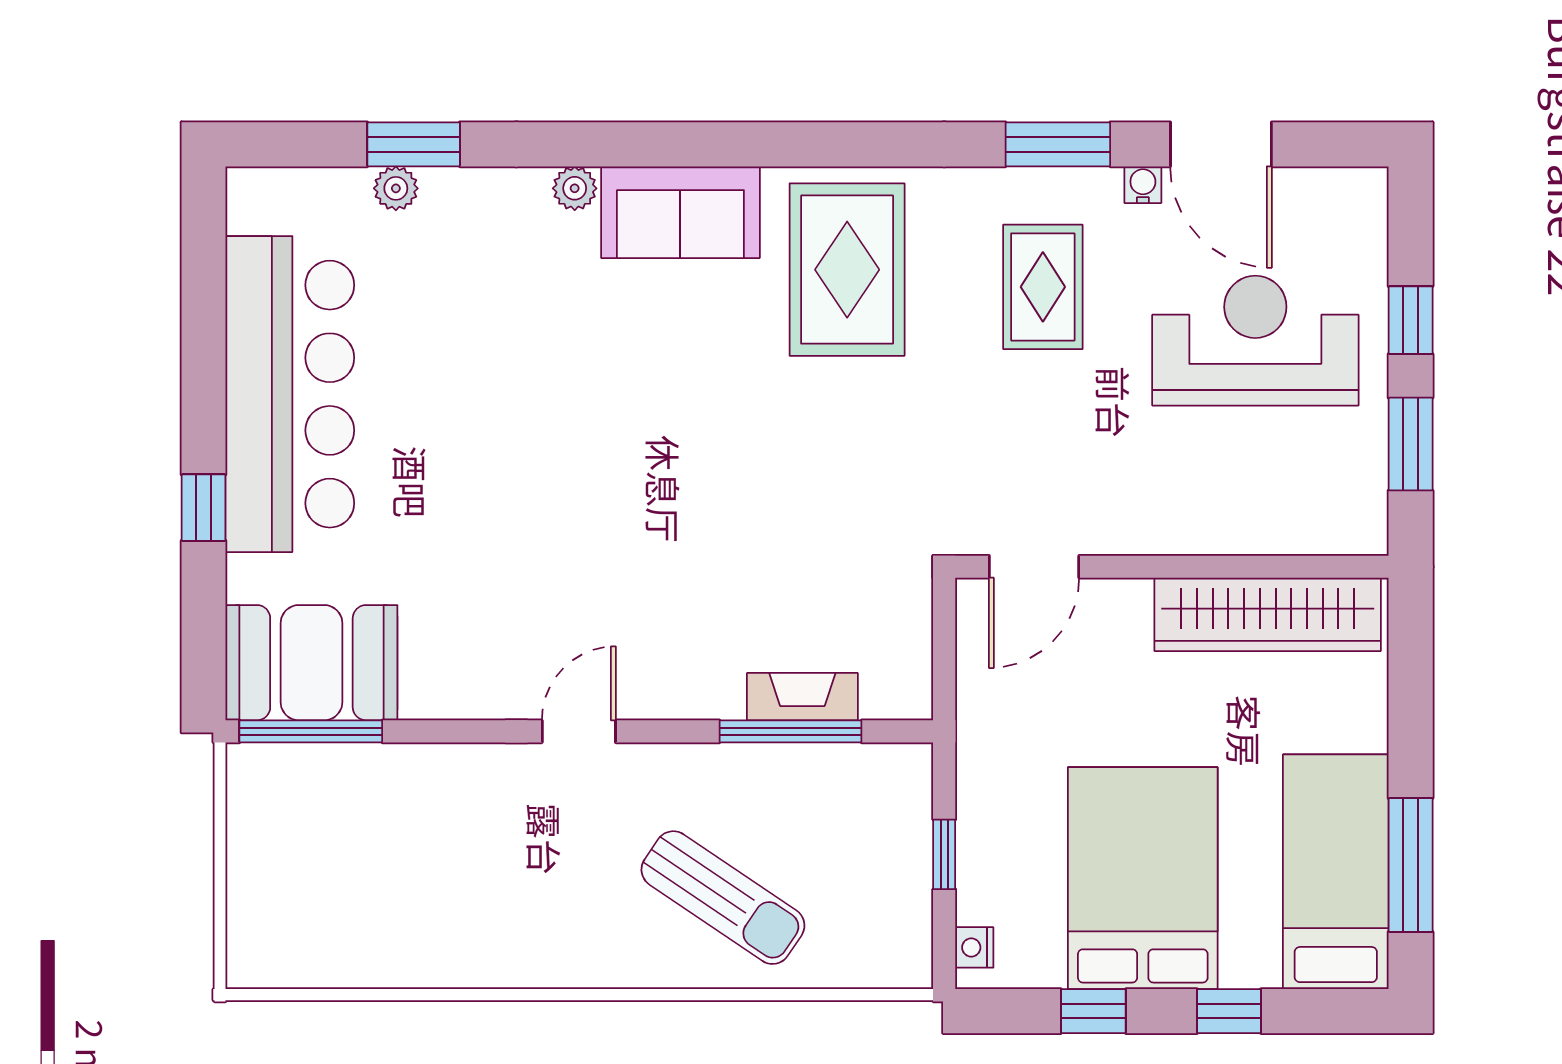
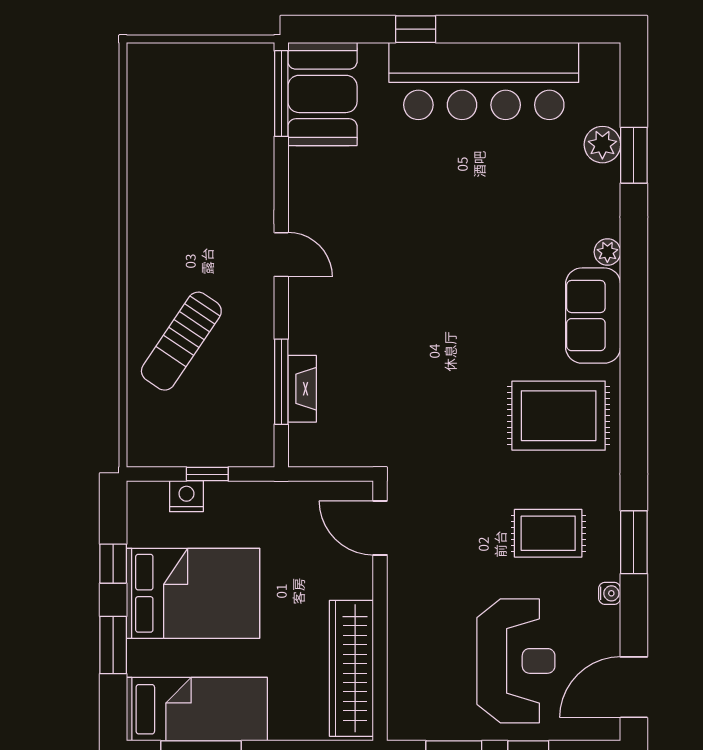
door: (1221, 144) -> (634, 687), moved
plant: (396, 188) -> (602, 145), width x1.38, depth x1.38
nightstand: (974, 947) -> (186, 496), moved, width x1.39, depth x1.35
window: (1229, 1011) -> (113, 645), width x1.50

